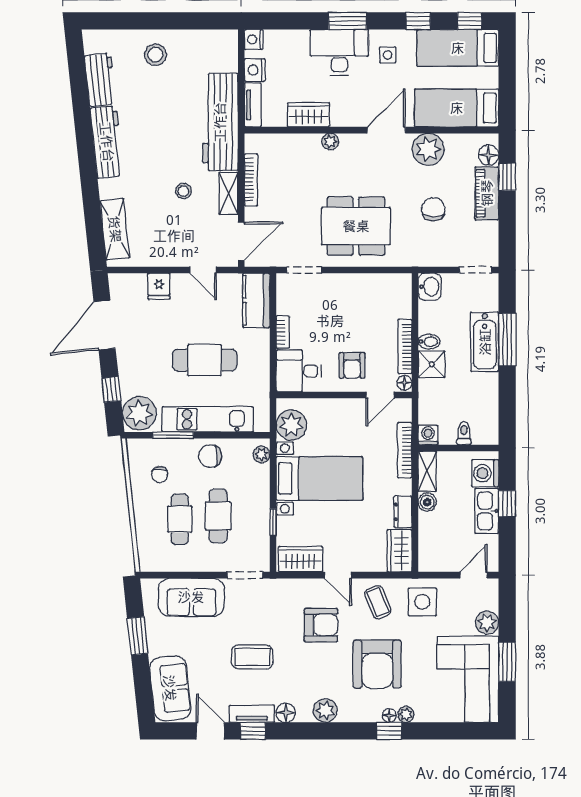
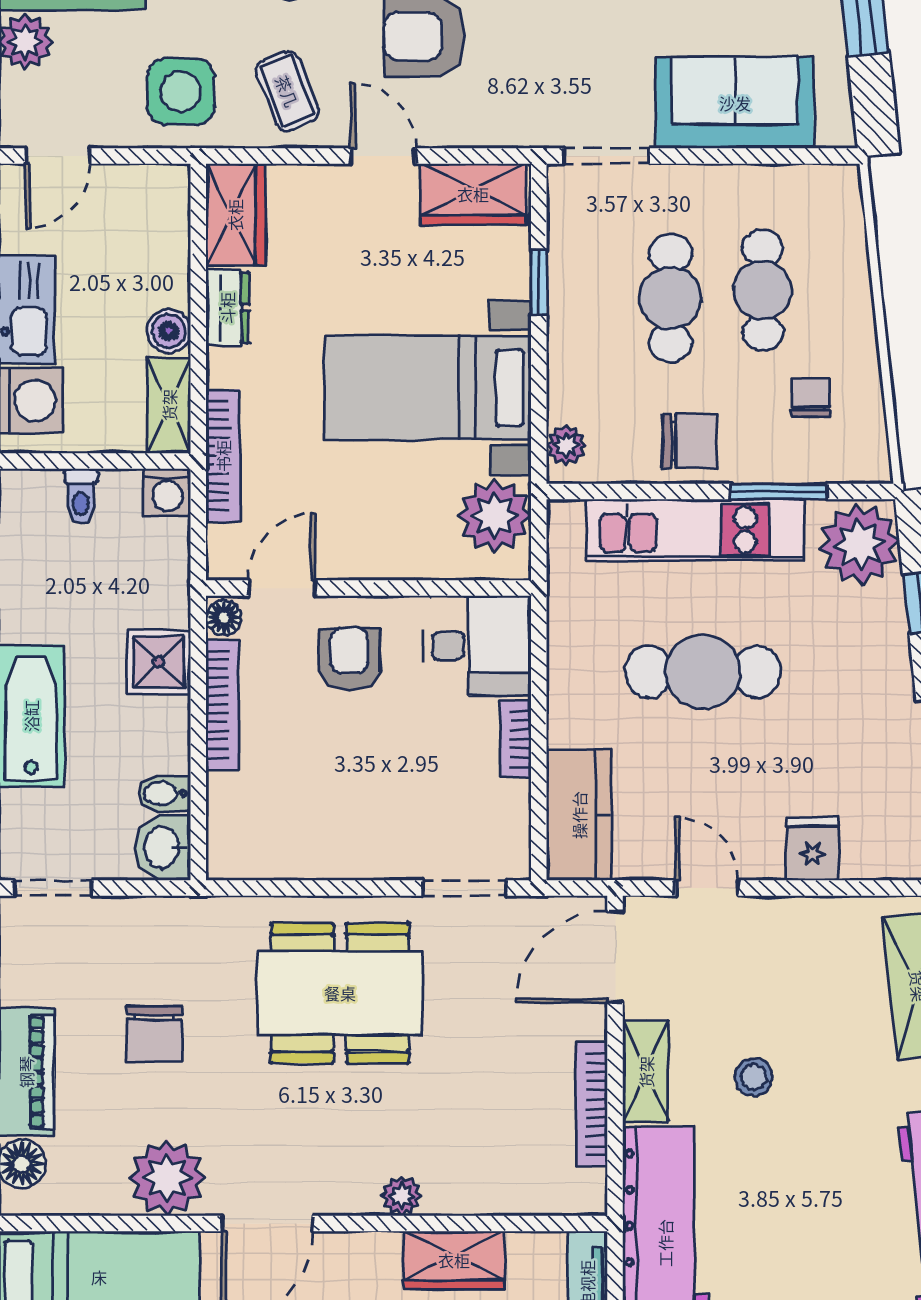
bidet: (429, 342) -> (164, 793), moved

